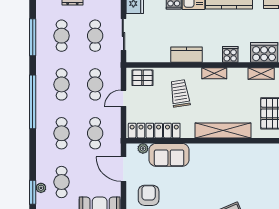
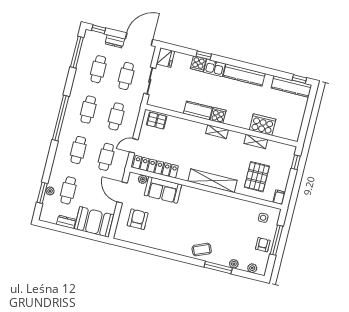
window: (33, 37) -> (77, 52), moved
cooker: (230, 54) -> (218, 115), moved
trolley: (180, 93) -> (185, 141), removed
door: (123, 98) -> (134, 146), moved

